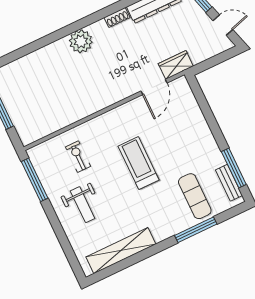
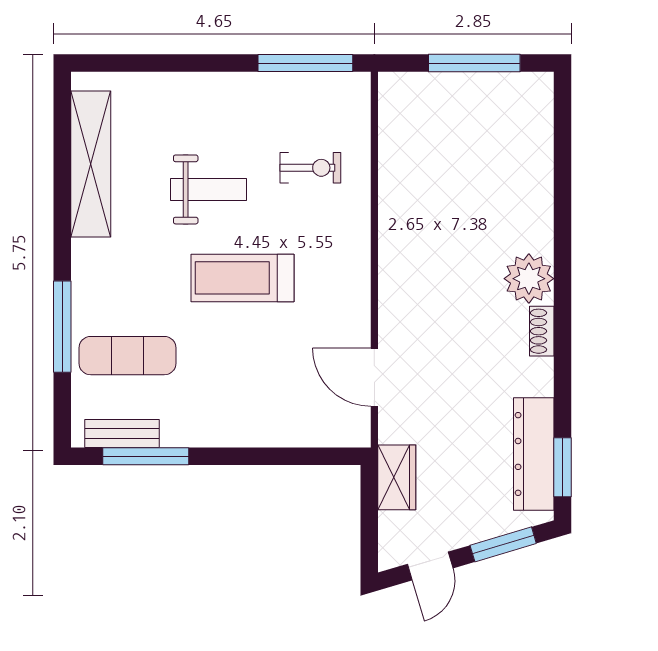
shoe rack: (117, 17) -> (542, 331), moved
wardrobe: (176, 65) -> (397, 477), moved
treadmill: (139, 163) -> (242, 278), turned 180
weight bench: (83, 205) -> (208, 189), moved, turned 180

